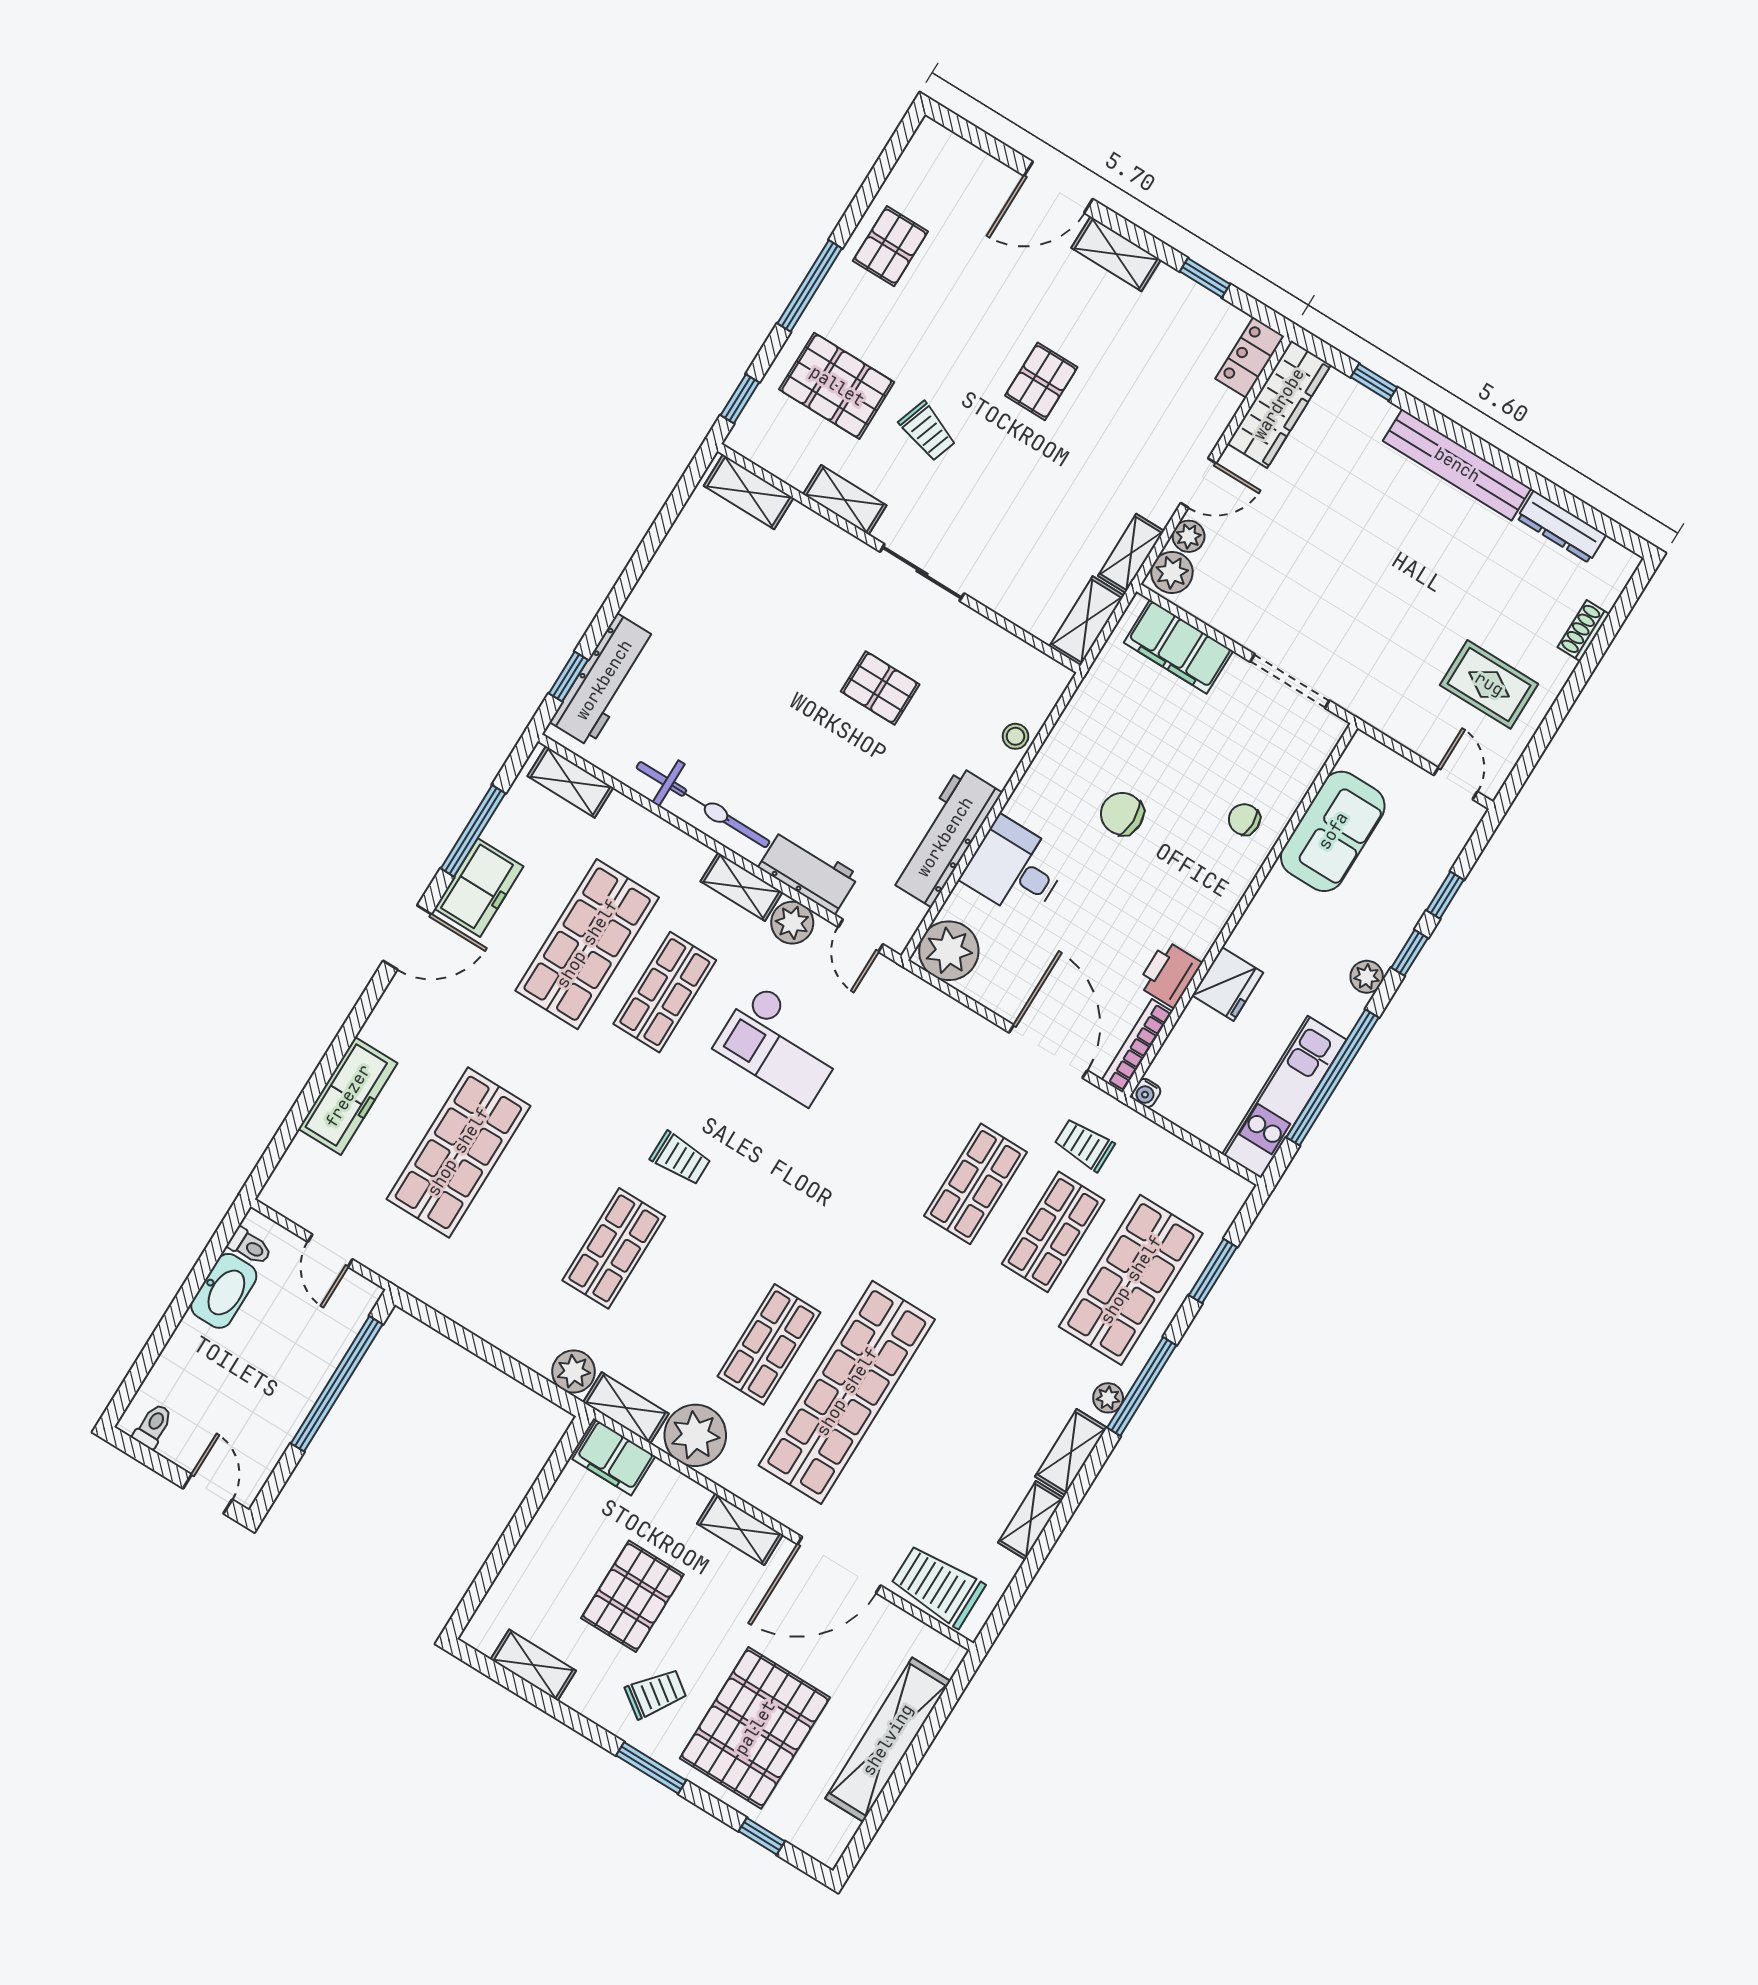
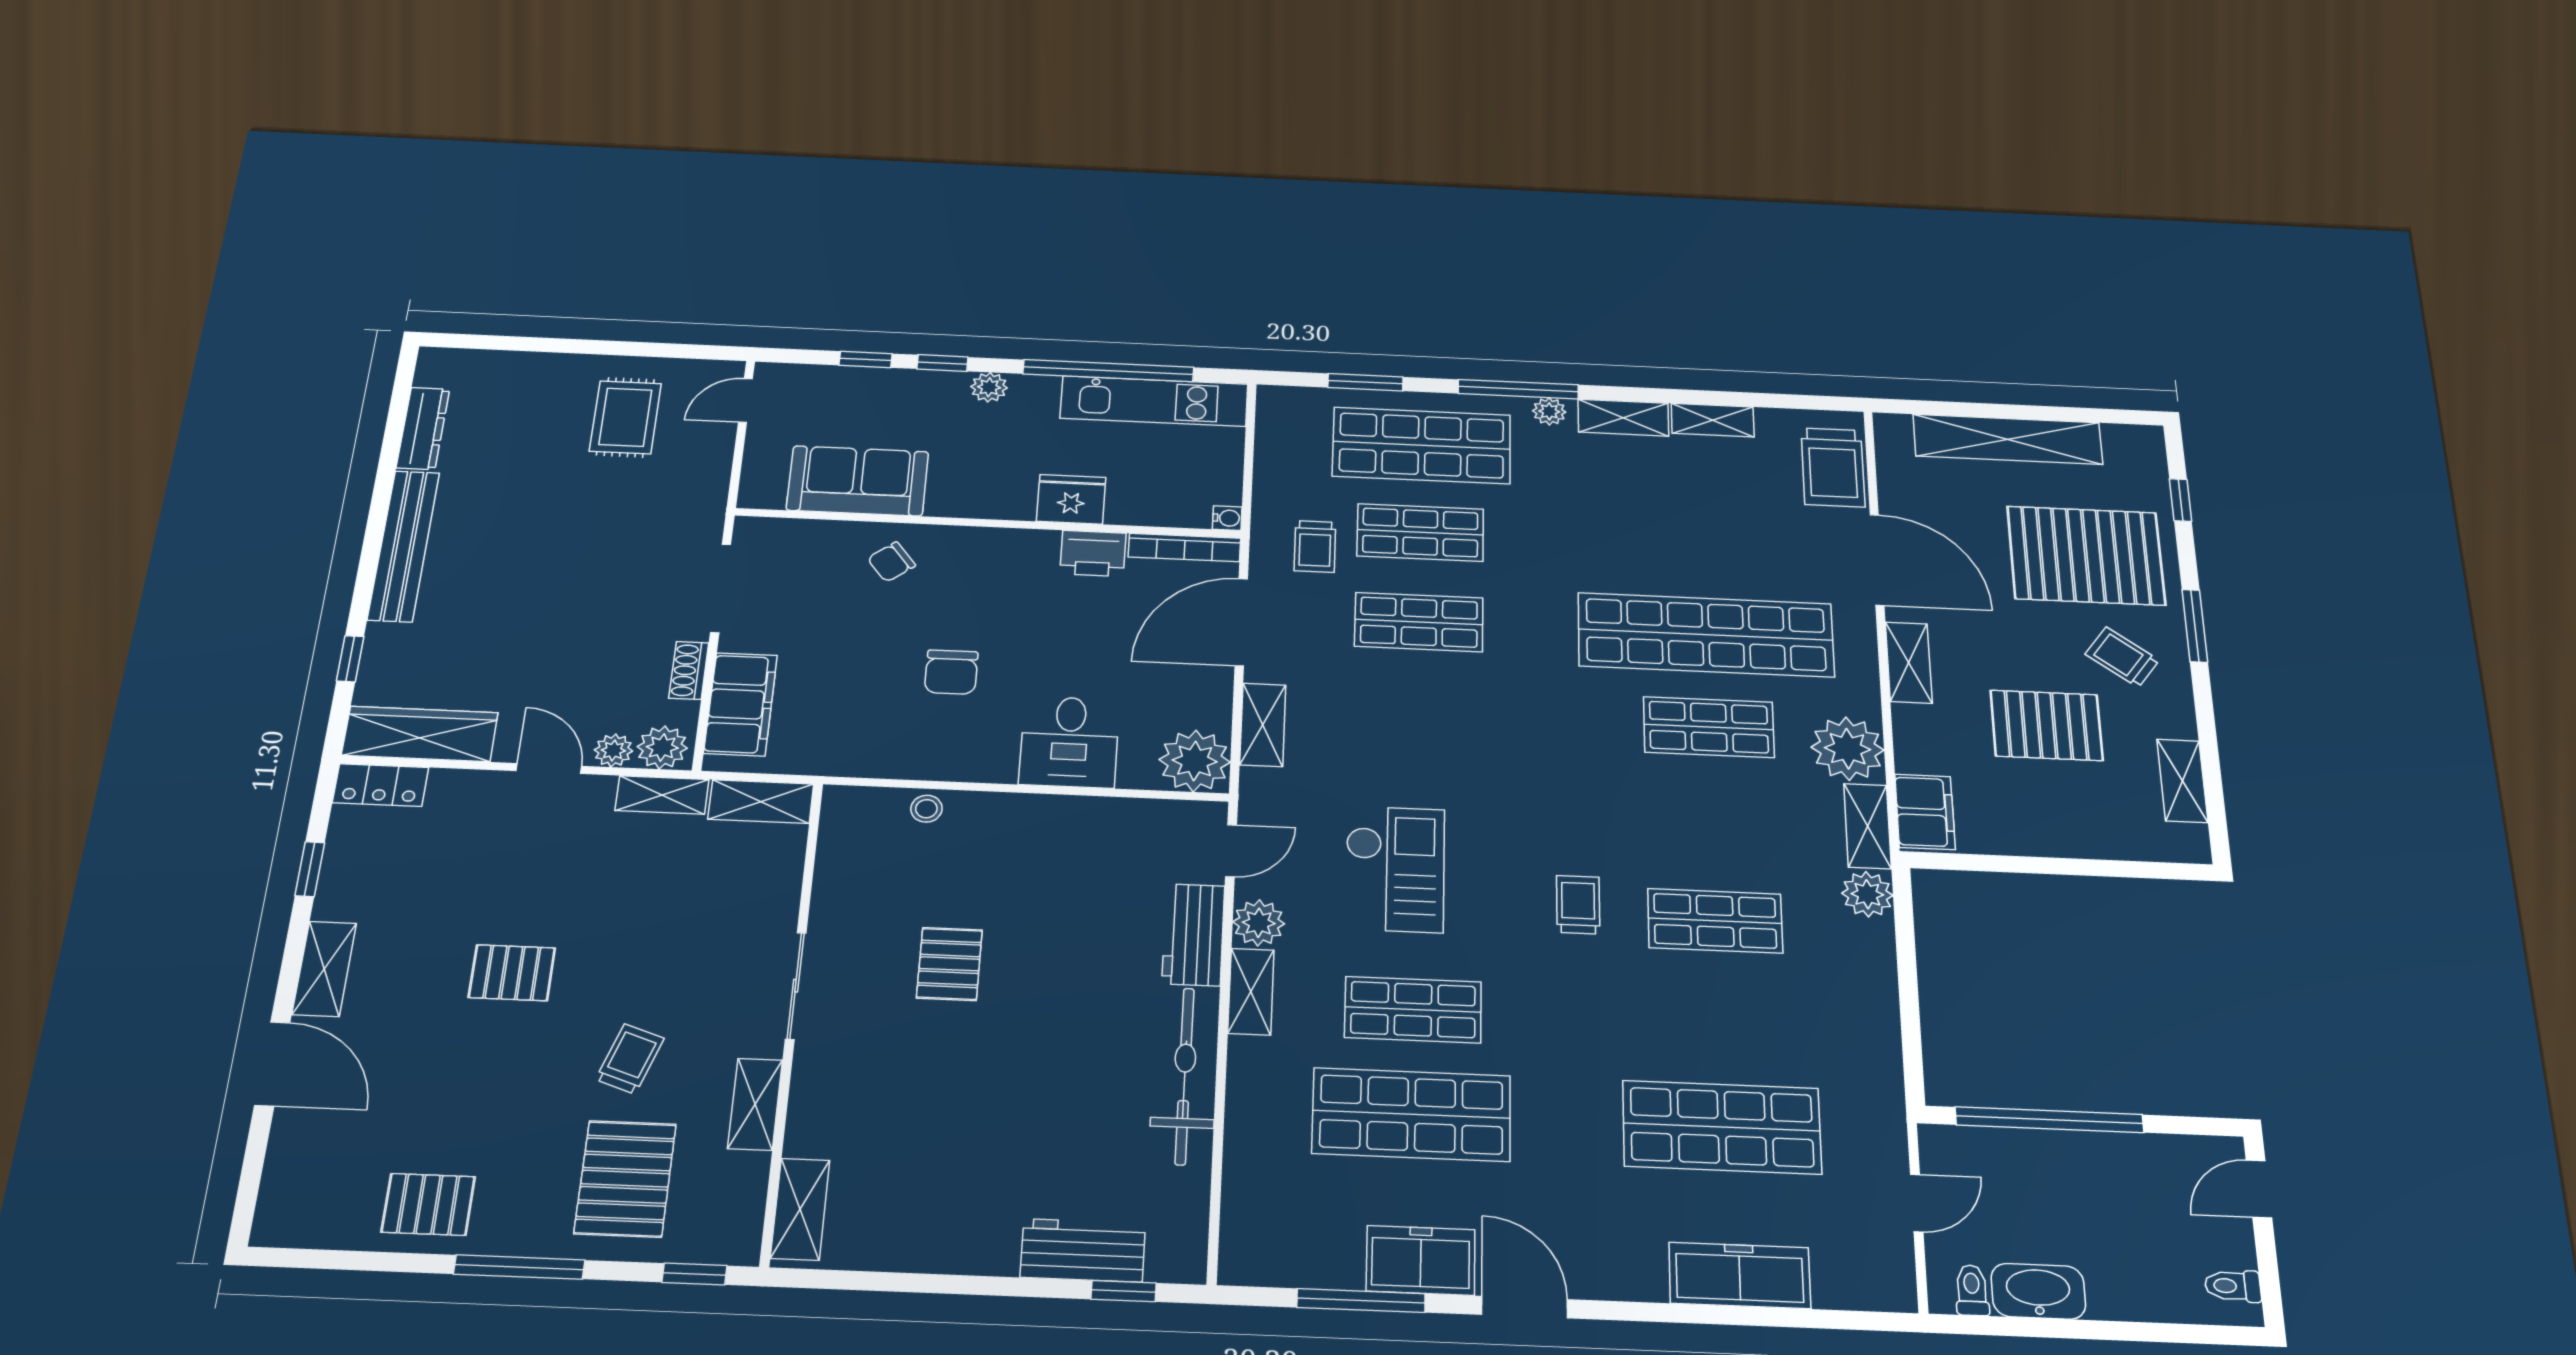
shoe rack: (1584, 631) -> (689, 670), moved, turned 90
workbench: (604, 680) -> (1083, 1250), width x0.73
shelving: (570, 782) -> (1263, 725), moved
chair: (1244, 819) -> (891, 562), turned 52
workbench: (945, 837) -> (1075, 822), removed

